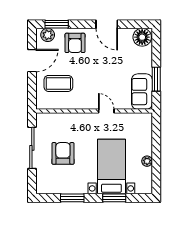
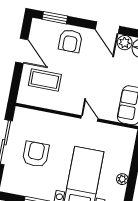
plant: (48, 35) -> (125, 43), moved
door: (32, 61) -> (22, 51), hinge flipped

